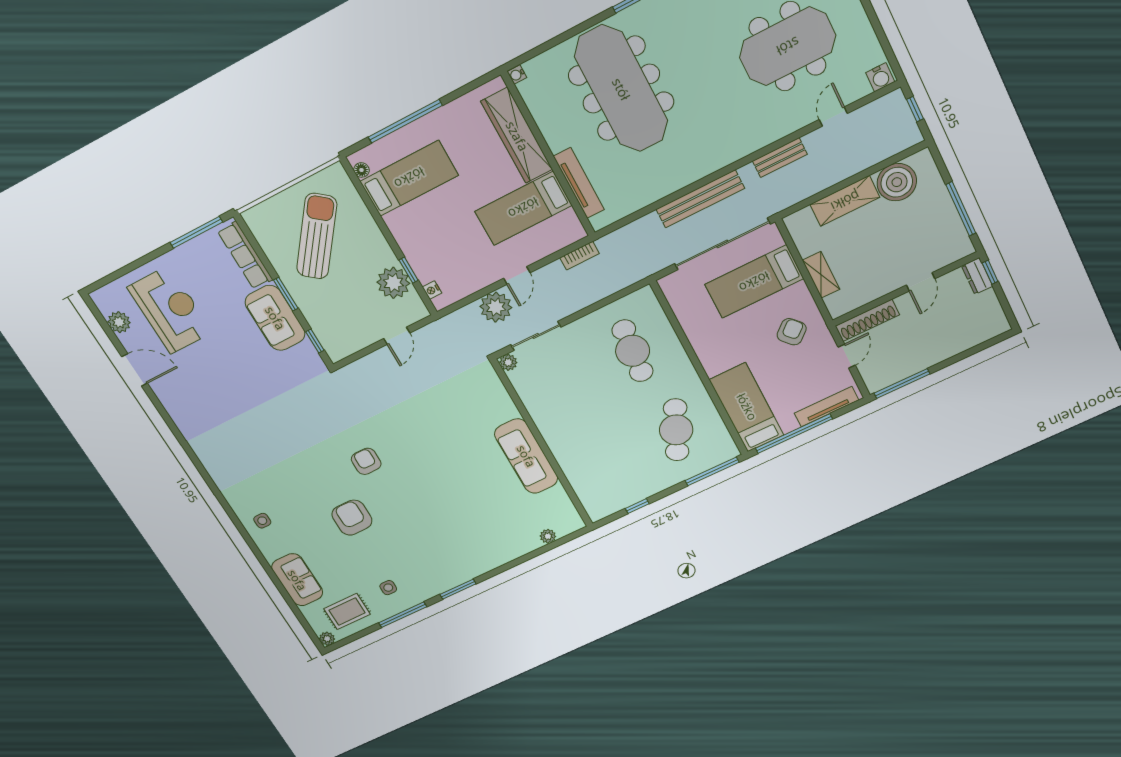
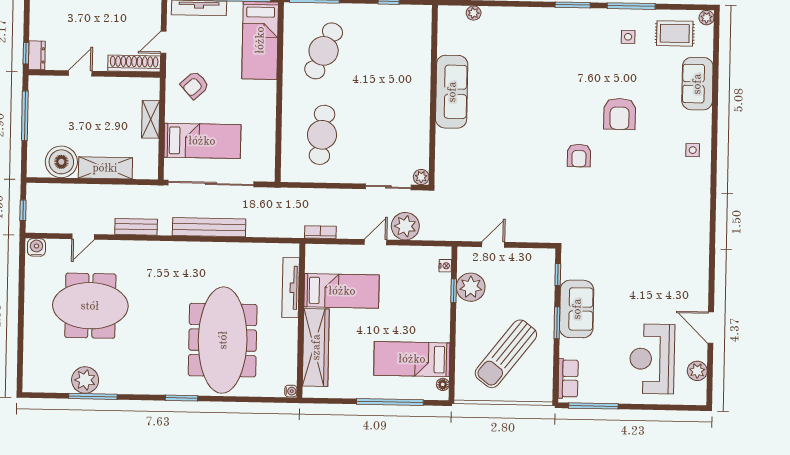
row of seats: (245, 255) -> (568, 378), width x0.68

